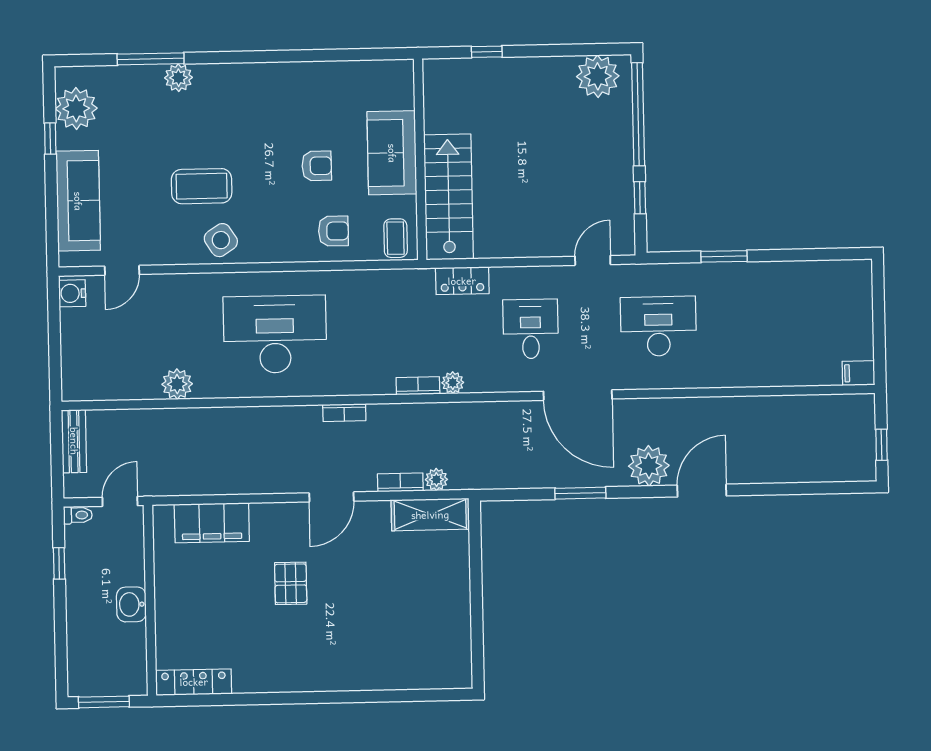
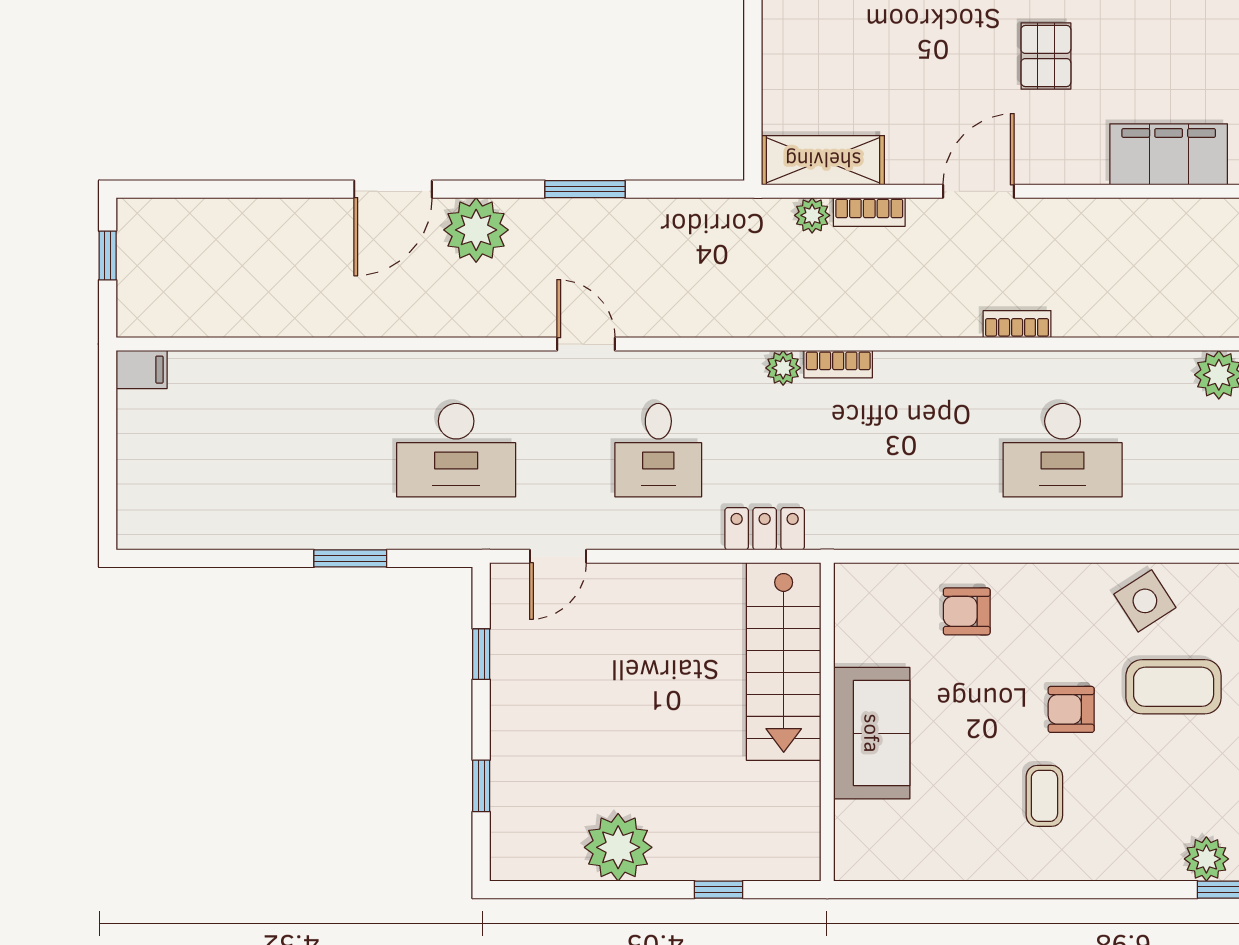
plant: (598, 76) -> (618, 847), moved
window: (638, 114) -> (481, 786), width x0.32
armchair: (317, 166) -> (1071, 709), moved
coffee table: (396, 238) -> (1044, 796), moved
desk: (275, 334) -> (1063, 450), width x0.73, depth x0.77
door: (578, 395) -> (586, 344), width x0.53
bookcase: (344, 413) -> (1017, 324), moved

